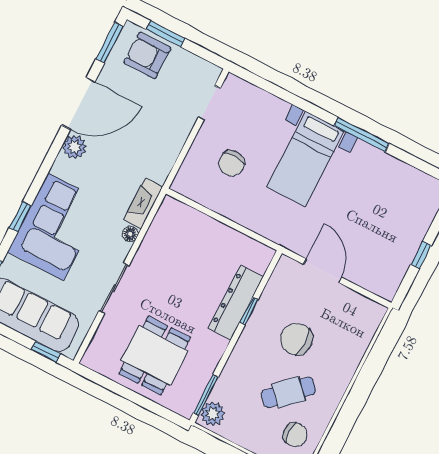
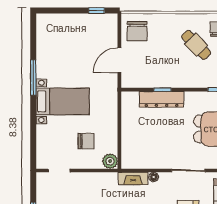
plant: (185, 183) -> (110, 161), added
window: (421, 255) -> (97, 11), moved
chair: (297, 339) -> (137, 31), moved

